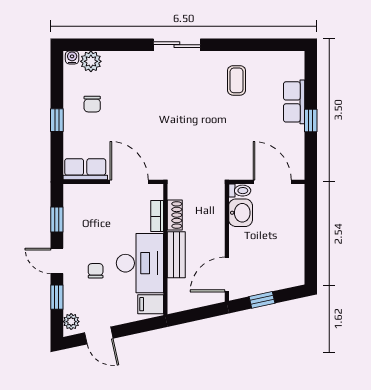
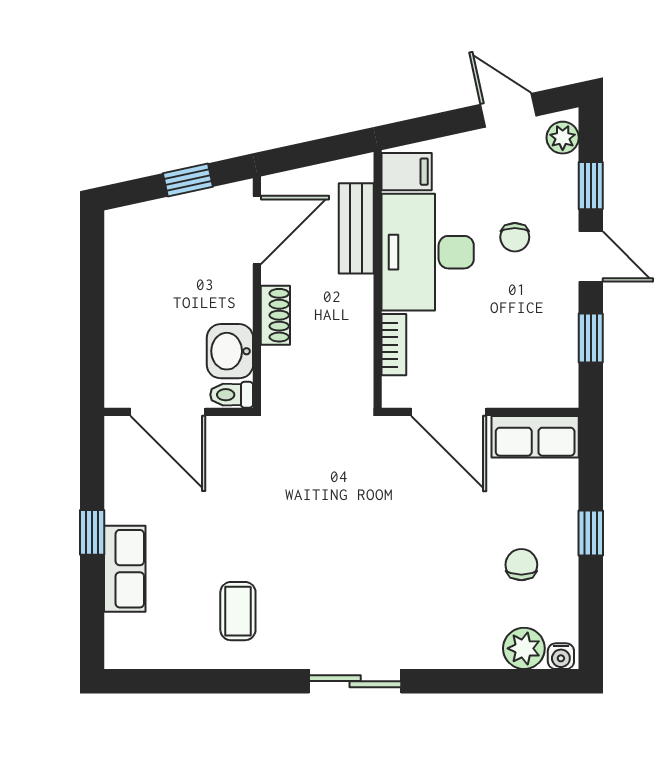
shoe rack: (175, 215) -> (275, 315), moved, turned 180
bench: (176, 255) -> (356, 228), moved

